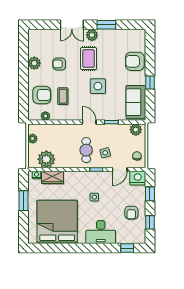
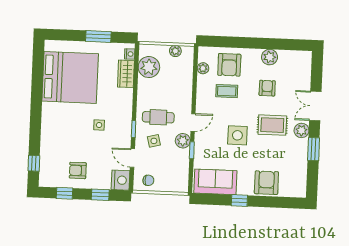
plant: (136, 130) -> (183, 141), moved
desk: (101, 232) -> (55, 131), removed

